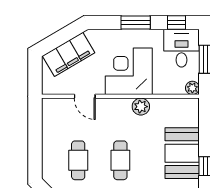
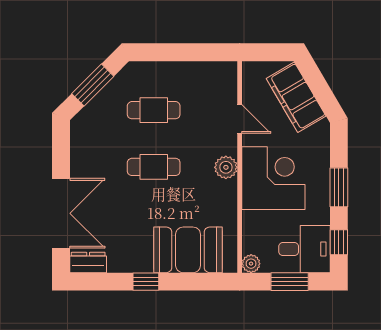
door: (85, 96) -> (240, 119), swing flipped
plant: (141, 107) -> (226, 167), moved
booth: (182, 153) -> (188, 250), moved

